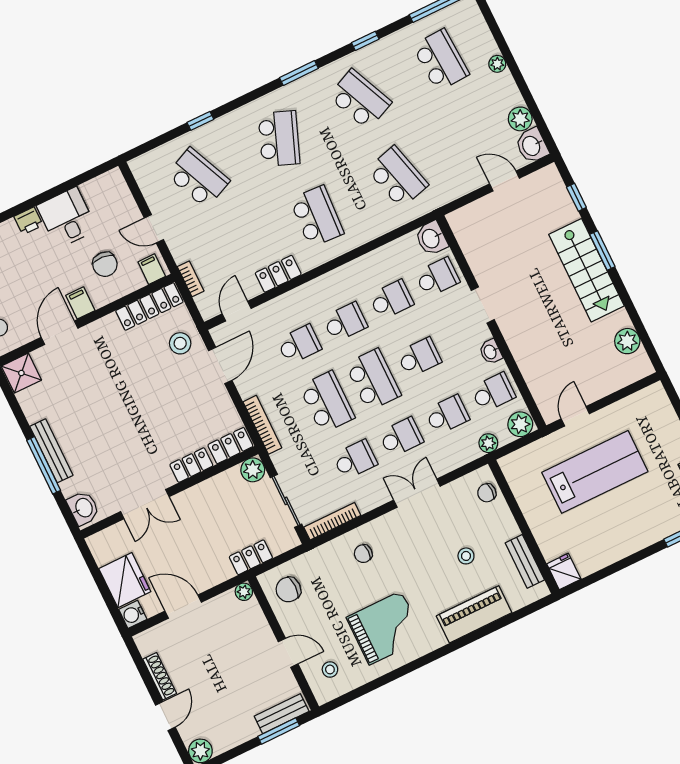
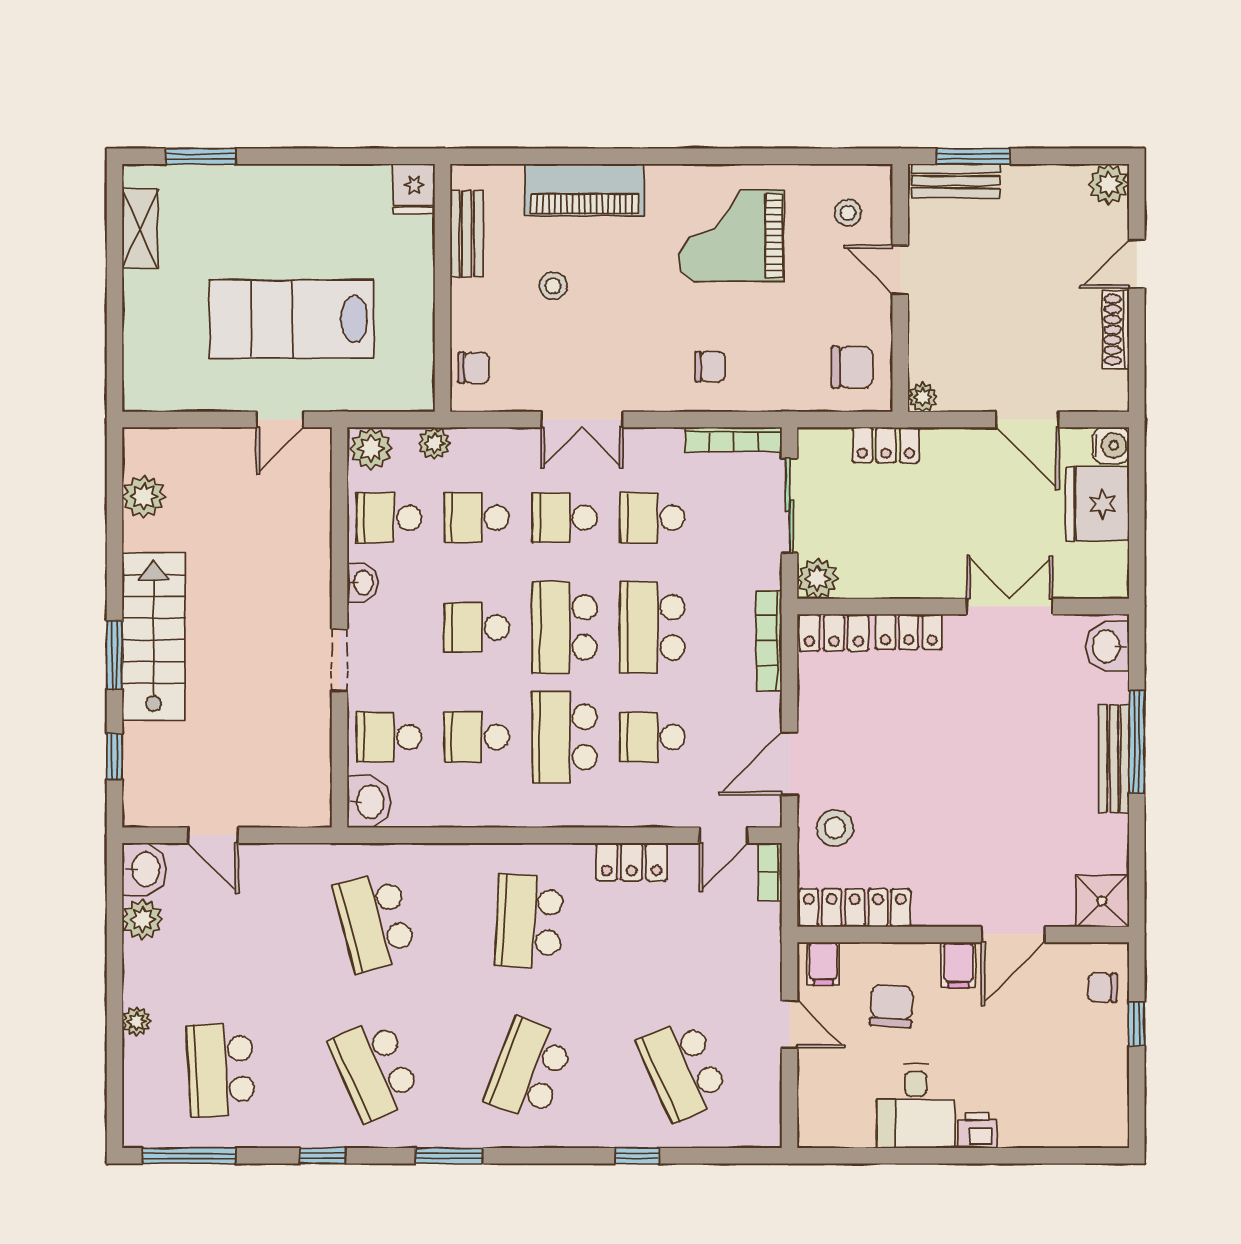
bookcase: (191, 279) -> (770, 872), moved
school desk: (345, 322) -> (565, 737), width x1.85

